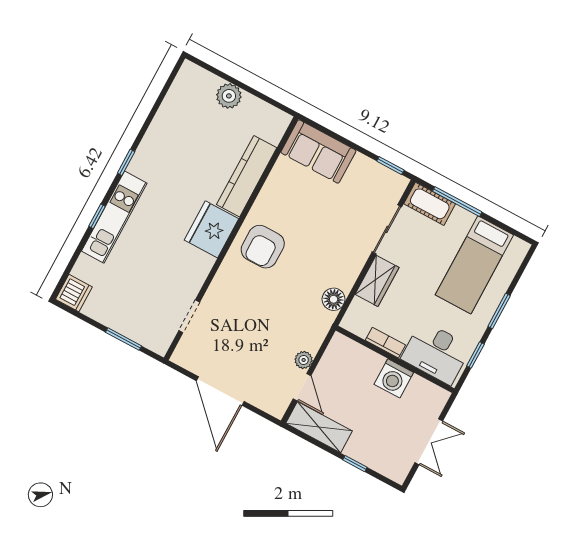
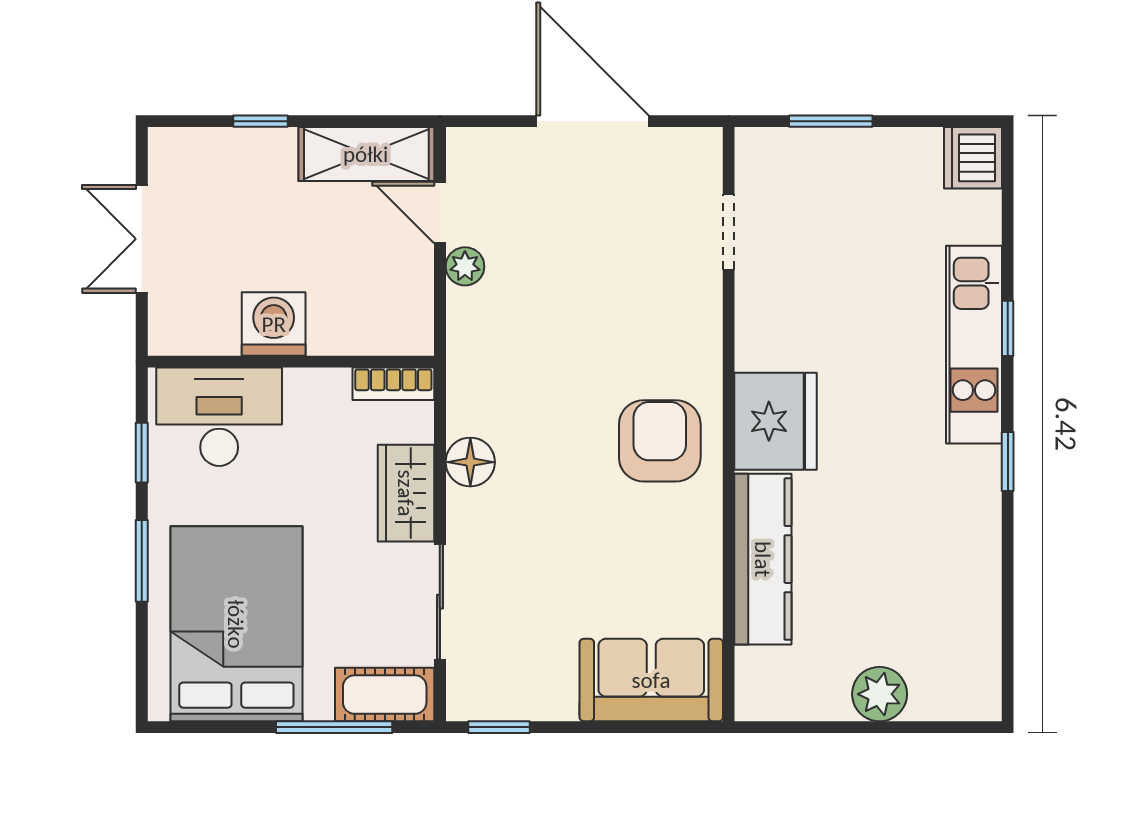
bed: (474, 265) -> (236, 624), width x1.50
floor lamp: (334, 299) -> (470, 462), moved
bookcase: (385, 343) -> (393, 384), moved

